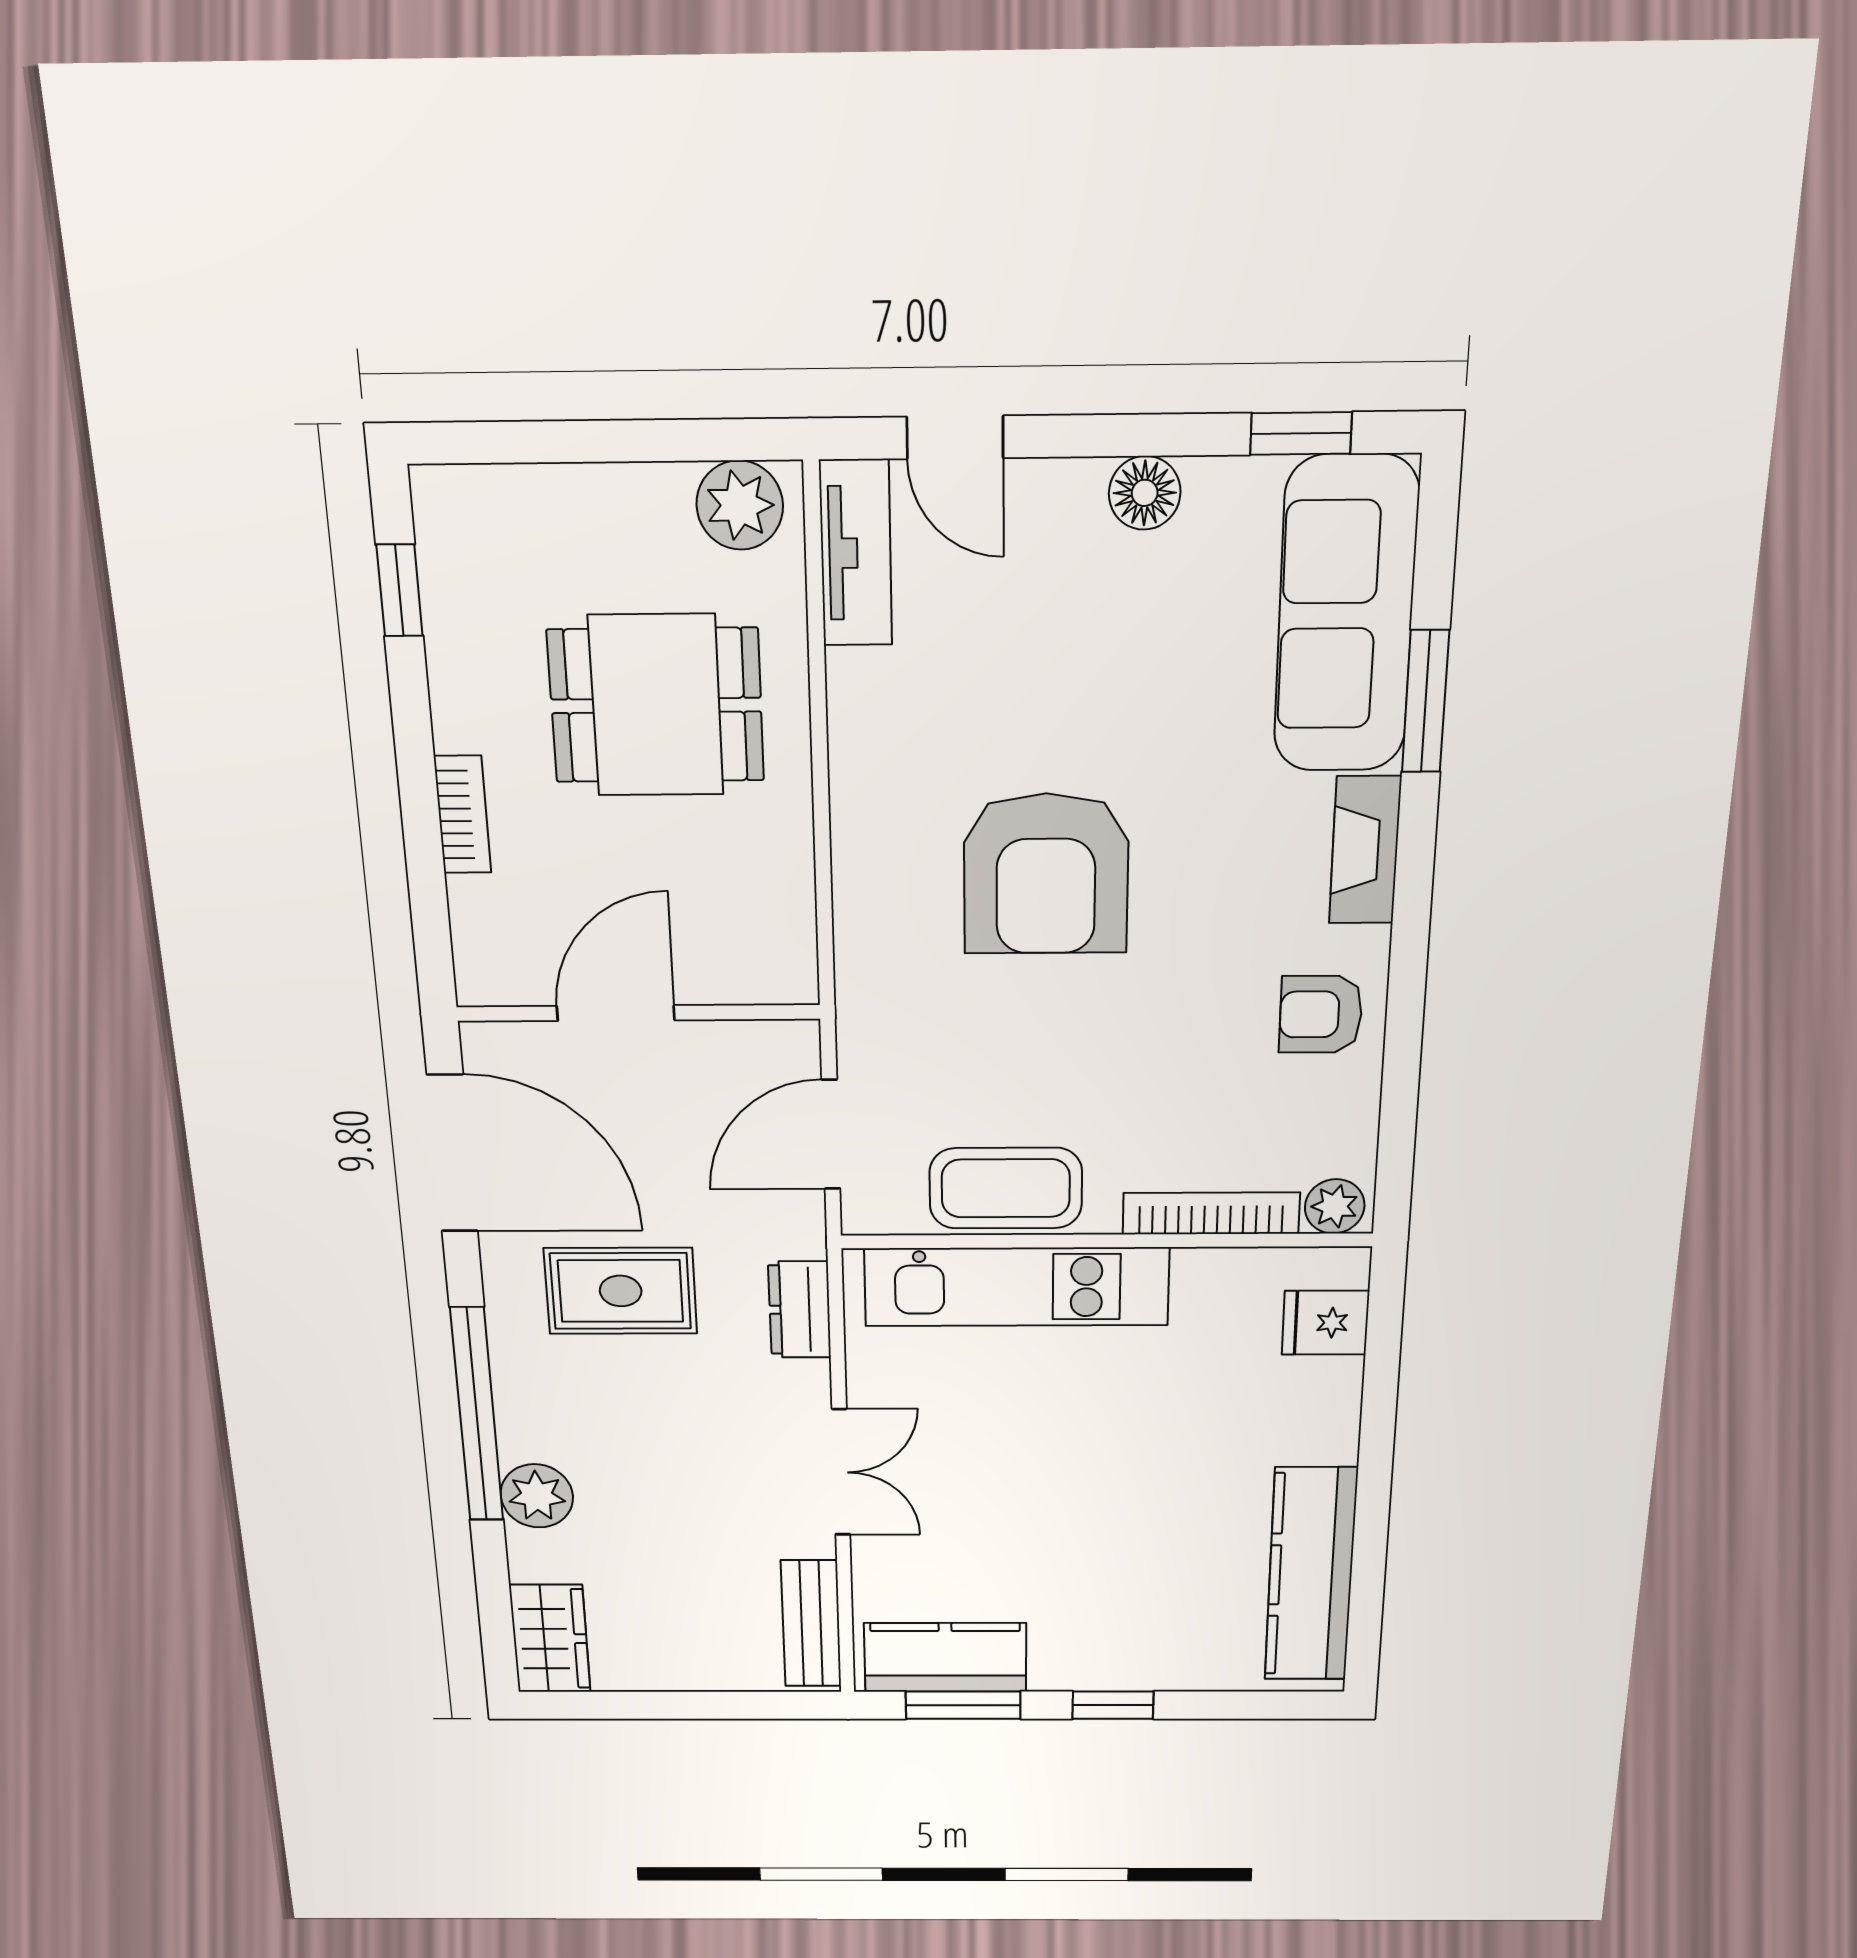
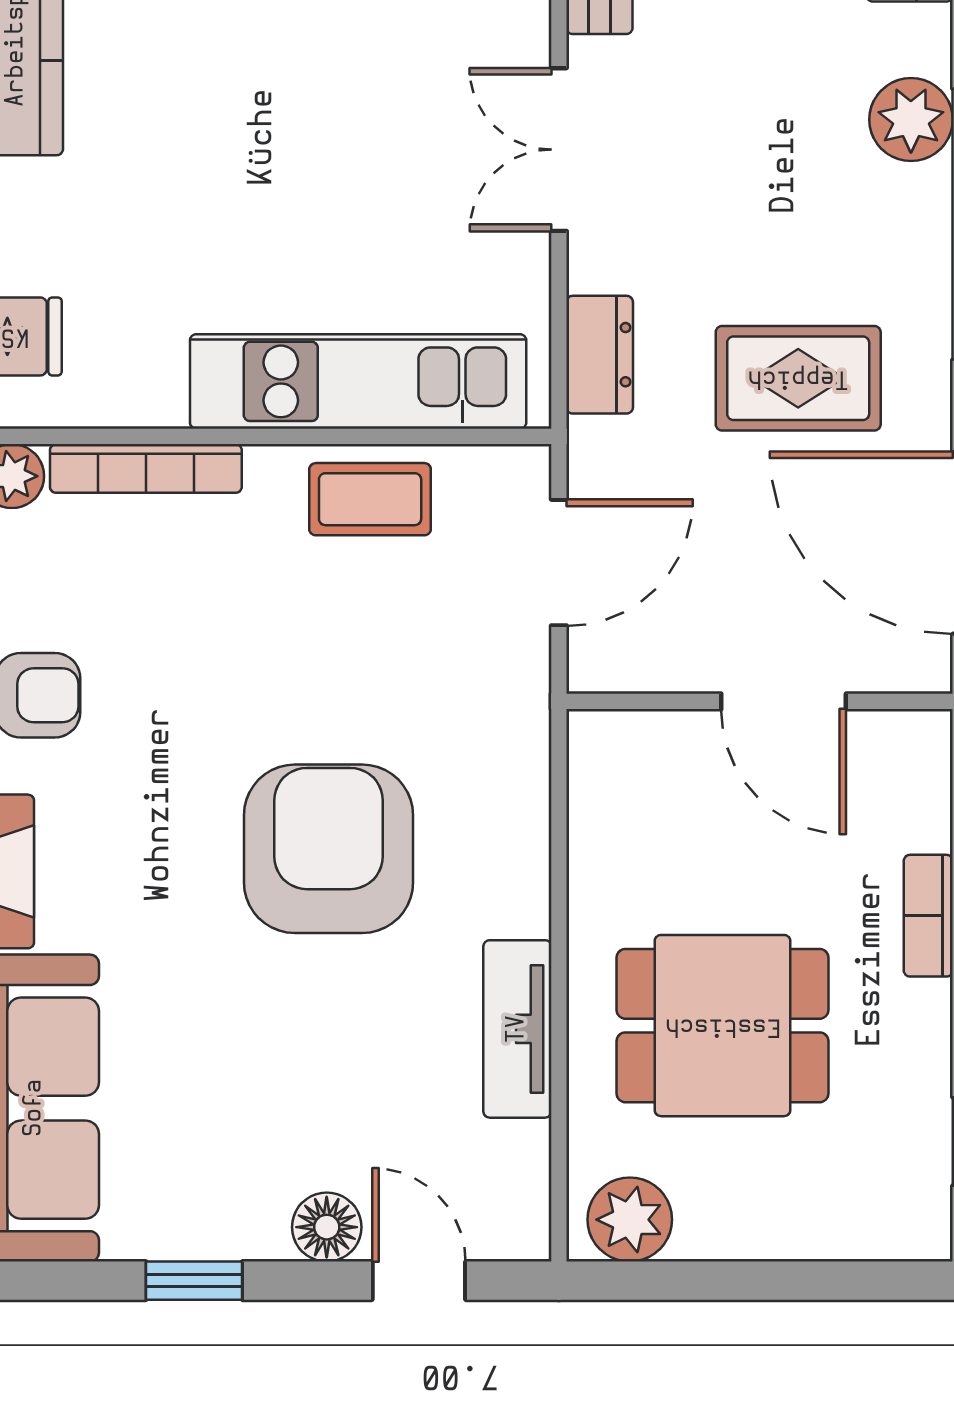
window: (1301, 433) -> (194, 1281), moved
floor lamp: (1145, 493) -> (327, 1227), moved
tv unit: (856, 553) -> (517, 1029), moved
door: (616, 1013) -> (784, 701), hinge flipped
coffee table: (1006, 1188) -> (370, 499), width x0.73, depth x0.77

